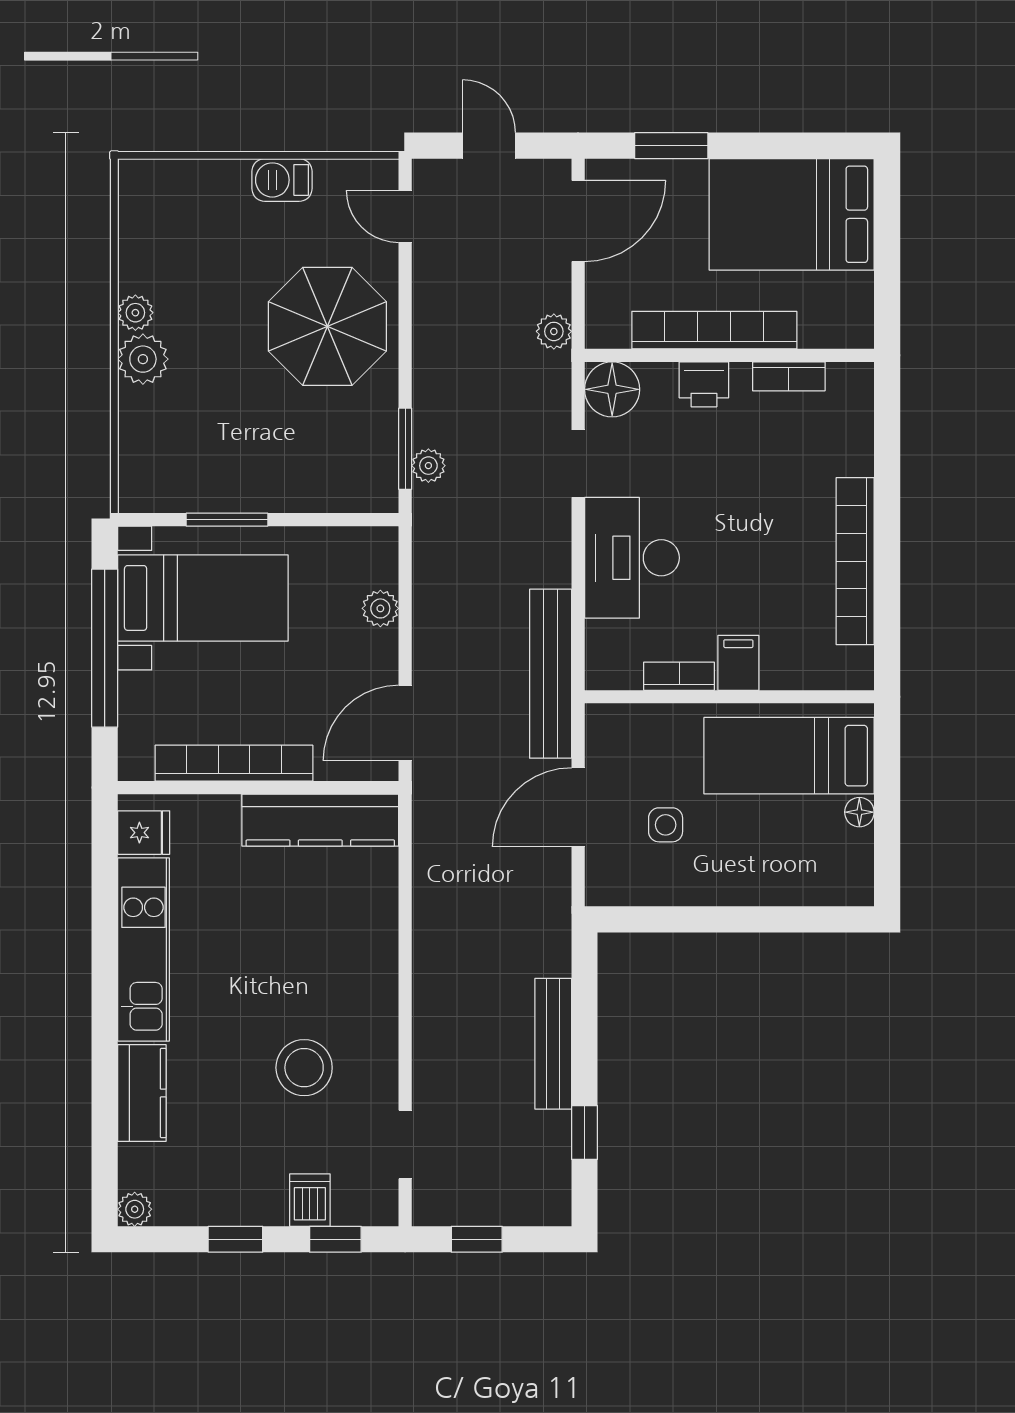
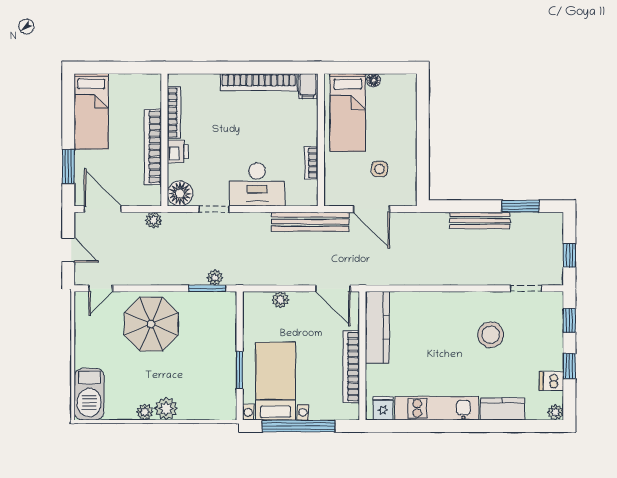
door: (489, 146) -> (68, 250), swing flipped
barbecue: (282, 180) -> (89, 394), moved, width x1.88, depth x1.53
bed: (792, 214) -> (91, 111), width x0.67
bookcase: (789, 376) -> (174, 113), width x1.56
filing cabinet: (738, 663) -> (308, 86), moved, turned -90
window: (585, 1133) -> (520, 206), width x1.50
dishwasher: (310, 1200) -> (551, 381), moved

